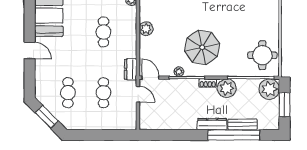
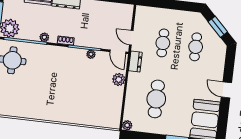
plant: (146, 29) -> (119, 80), moved
cafe table: (103, 32) -> (156, 99), width x1.37, depth x1.35
parasol: (202, 47) -> (67, 74), removed
plant: (227, 88) -> (44, 37), width x0.53, depth x0.53

